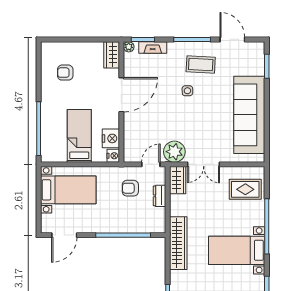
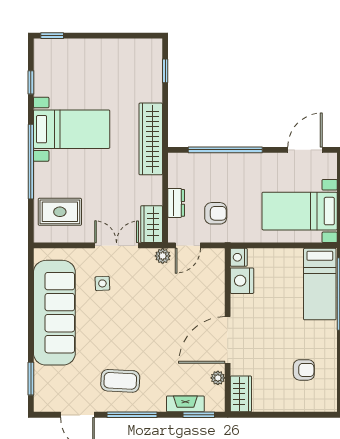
plant: (129, 47) -> (218, 378), moved
side table: (187, 91) -> (102, 283), moved
bed: (79, 136) -> (320, 284), moved
plant: (174, 152) -> (163, 256), width x0.53, depth x0.53

